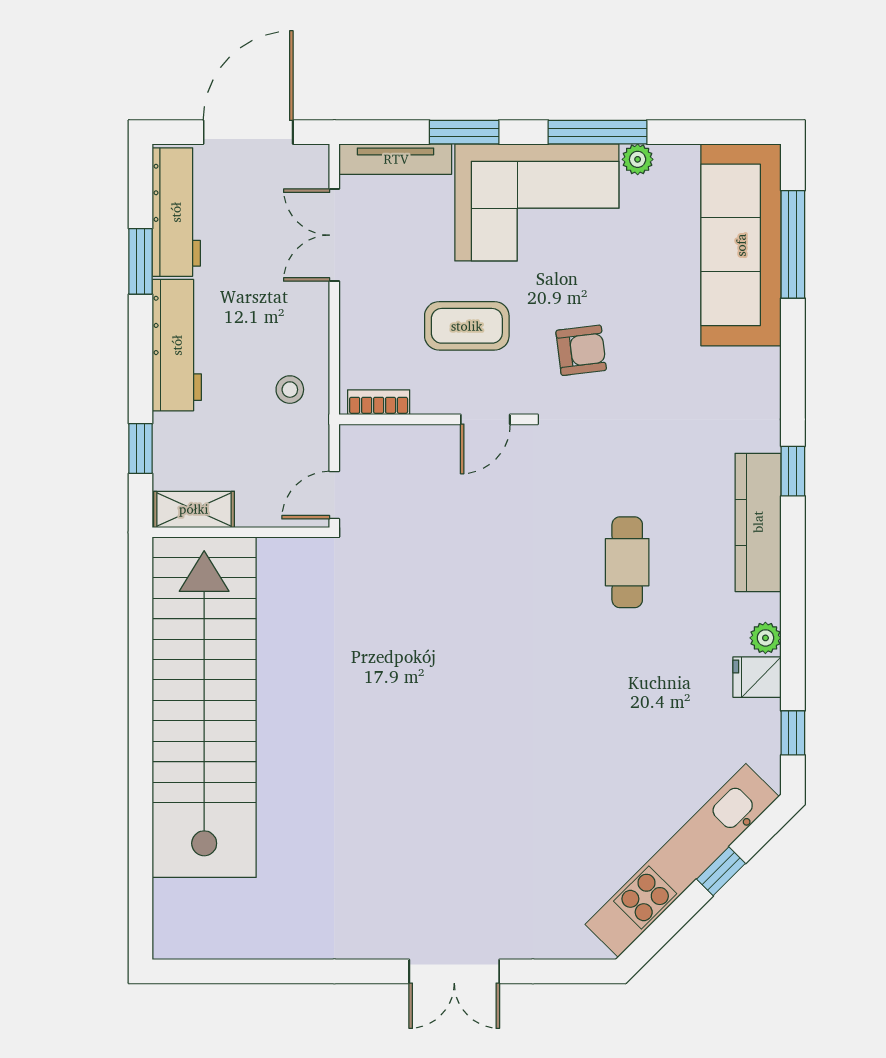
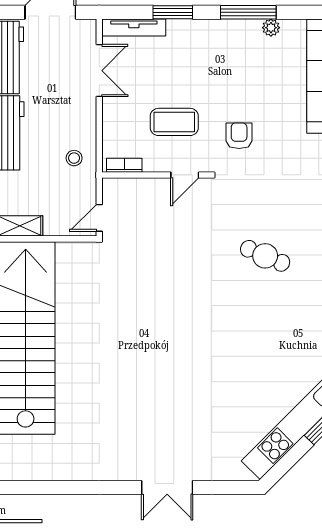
corner sofa: (537, 202) -> (214, 52), removed
double door: (334, 235) -> (99, 71), swing flipped
armchair: (581, 350) -> (239, 136), turned -83
cafe table: (627, 562) -> (265, 256), turned -67

